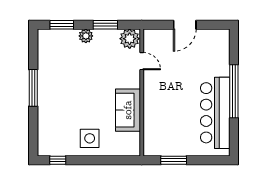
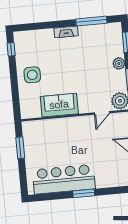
window: (33, 88) -> (91, 21), moved
window: (234, 91) -> (84, 193), width x0.47
fireplace: (43, 94) -> (66, 32), added

